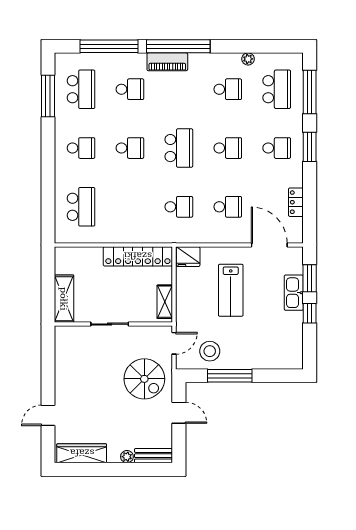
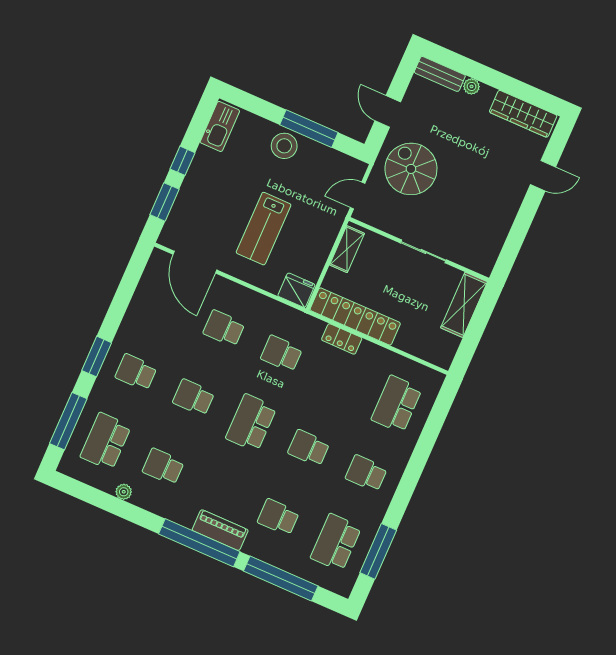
locker: (296, 202) -> (342, 339), moved, turned 90
lab bench: (231, 290) -> (264, 229), turned 180
kitchen sink: (294, 293) -> (220, 126), moved
stool: (210, 351) -> (284, 146), moved

